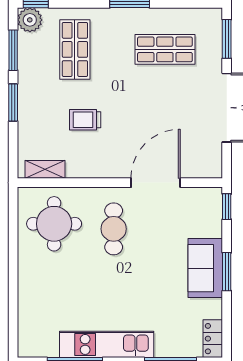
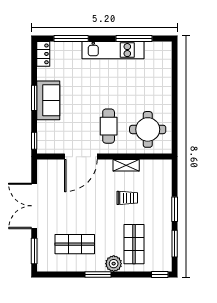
plant: (30, 20) -> (114, 264), moved
shelving: (45, 169) -> (126, 165), moved

